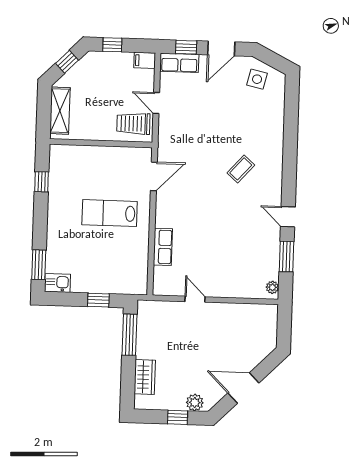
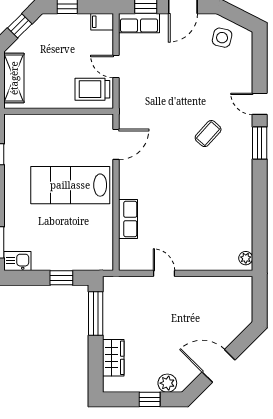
lab bench: (110, 213) -> (70, 185), width x1.36, depth x1.39
door: (288, 217) -> (260, 104), moved
window: (287, 257) -> (260, 143), moved

